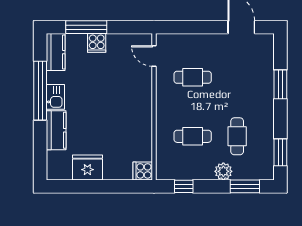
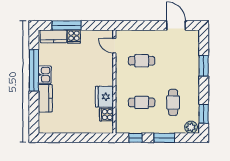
kitchen counter: (56, 52) -> (53, 36), moved, turned 90
fridge: (87, 168) -> (104, 97), moved, turned -90
cooker: (143, 171) -> (106, 115), moved
plant: (223, 171) -> (191, 127), moved
window: (245, 186) -> (164, 138), moved

